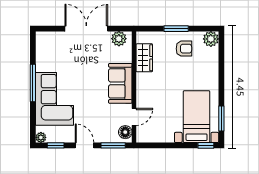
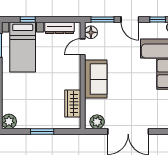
armchair: (184, 49) -> (35, 112), removed
dresser: (158, 137) -> (59, 28), added
window: (206, 145) -> (28, 20), moved

